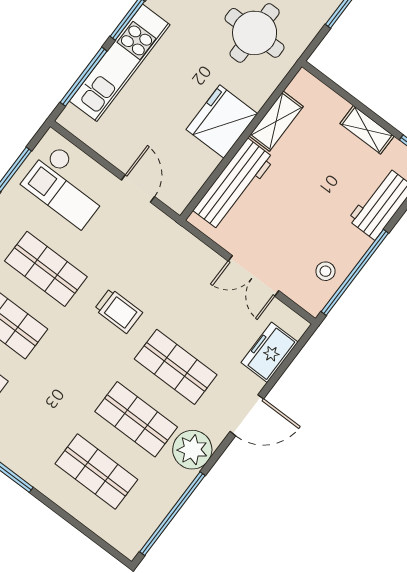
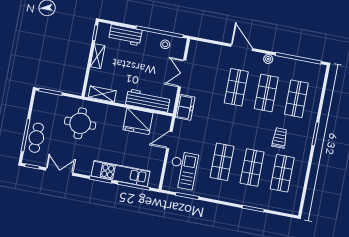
shelving: (276, 121) -> (102, 94), moved
fridge: (222, 122) -> (138, 121), moved
double door: (254, 276) -> (182, 73), swing flipped
trolley: (118, 311) -> (280, 138), moved
freezer: (269, 352) -> (185, 107), moved, turned -90
plant: (192, 450) -> (268, 59), width x0.53, depth x0.53

